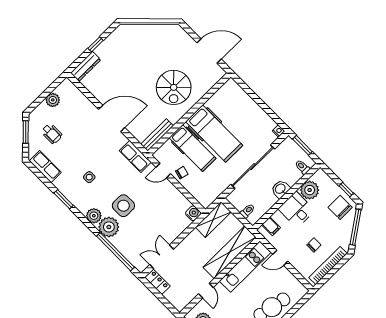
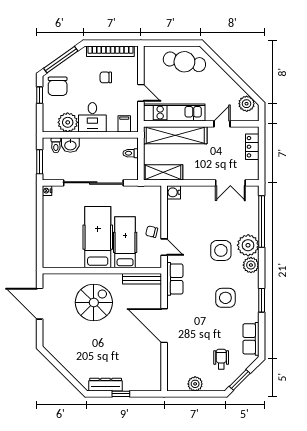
dresser: (86, 66) -> (106, 385), moved
side table: (89, 177) -> (225, 298), width x1.87, depth x1.87
washbasin: (281, 189) -> (70, 145), moved
locker: (157, 282) -> (252, 147), moved

